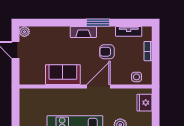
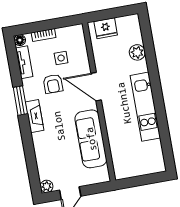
floor lamp: (147, 31) -> (20, 40), added
sofa: (63, 75) -> (91, 139), width x1.36
side table: (137, 77) -> (61, 58), moved

